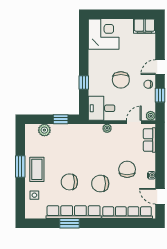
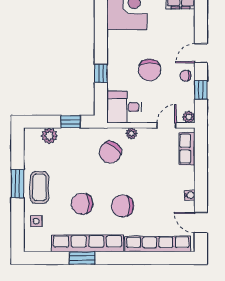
chair: (127, 169) -> (110, 152), moved, turned -143

